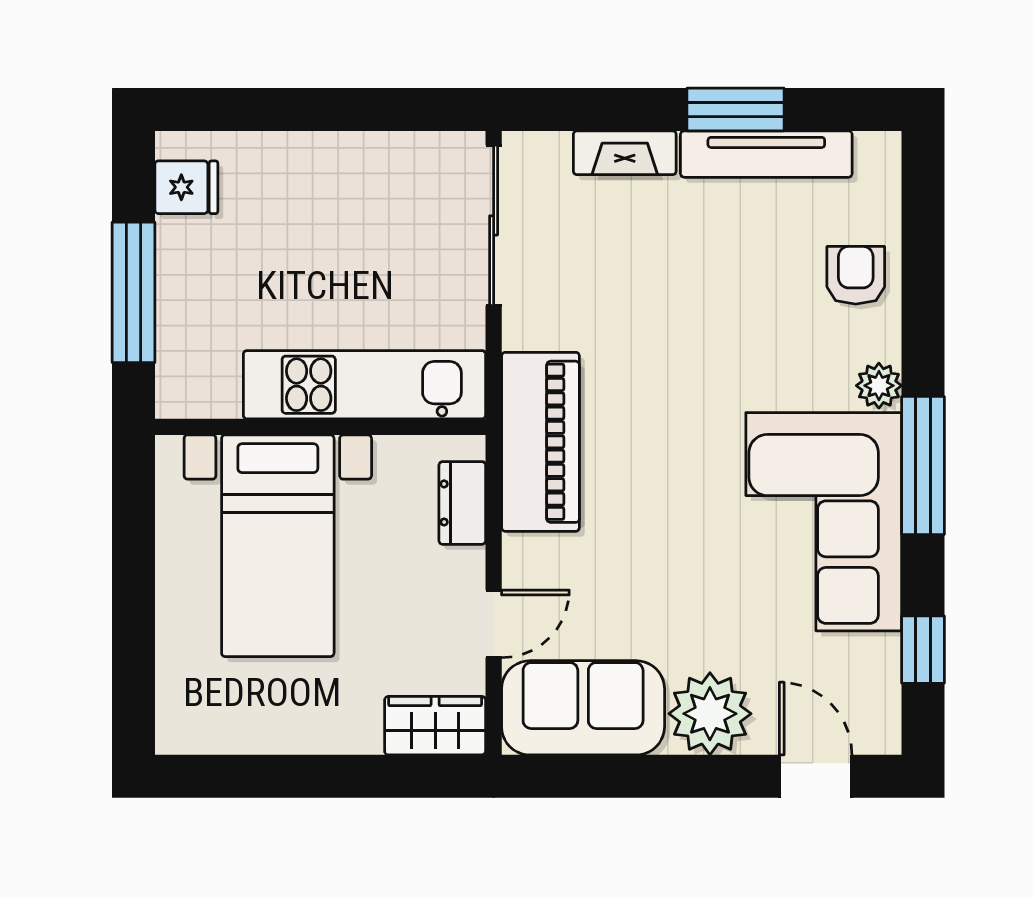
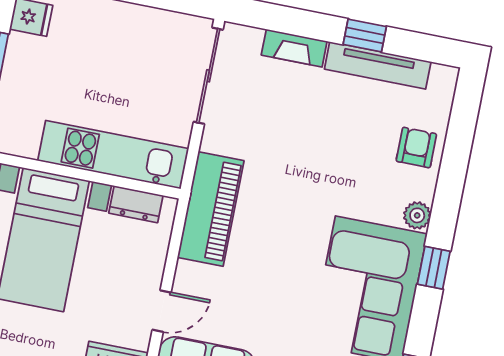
window: (735, 109) -> (365, 35), width x0.67
window: (923, 466) -> (434, 268), width x0.46
dresser: (462, 503) -> (136, 204), moved, turned -90

